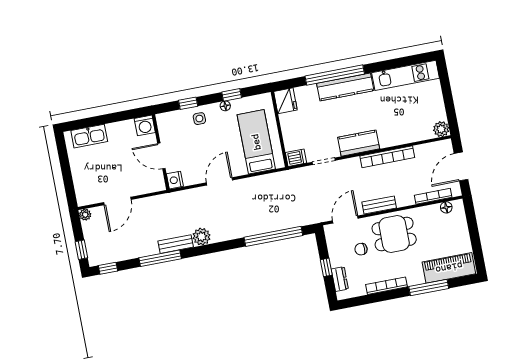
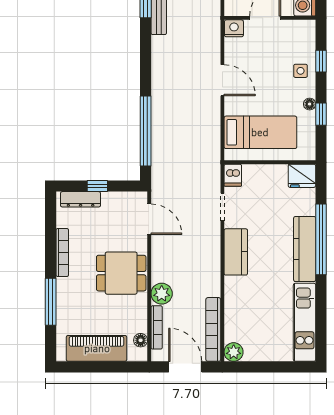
bookcase: (387, 157) -> (213, 329), moved
bench: (379, 205) -> (159, 262), removed
dining table: (394, 234) -> (121, 273), turned 90
plant: (202, 237) -> (162, 294), moved
chair: (361, 249) -> (111, 231), removed
piano: (449, 268) -> (97, 348), moved, turned -90
dresser: (340, 279) -> (81, 199), width x1.44

